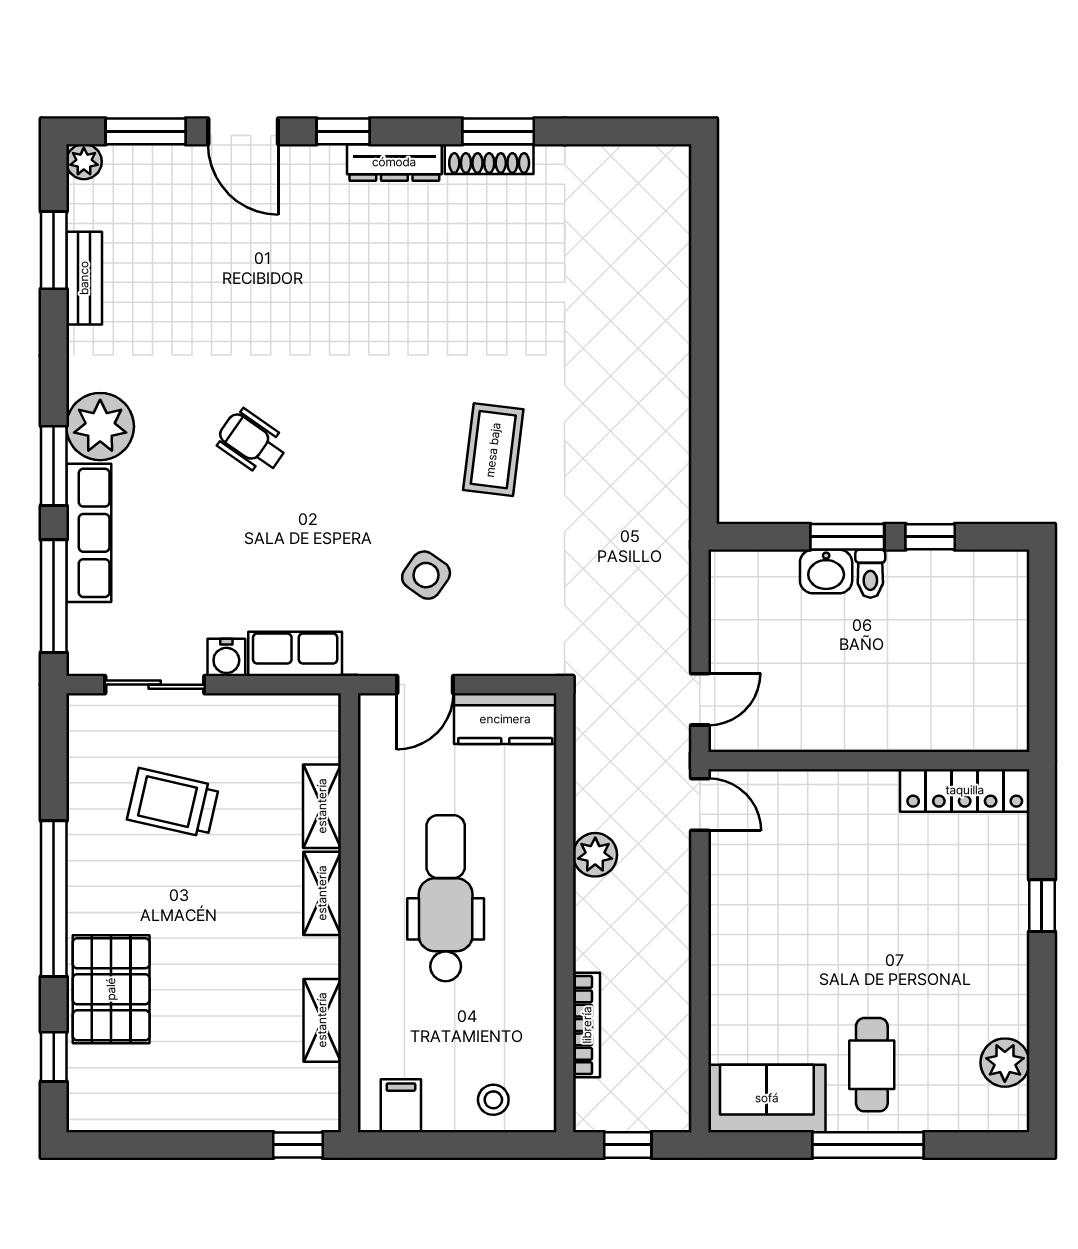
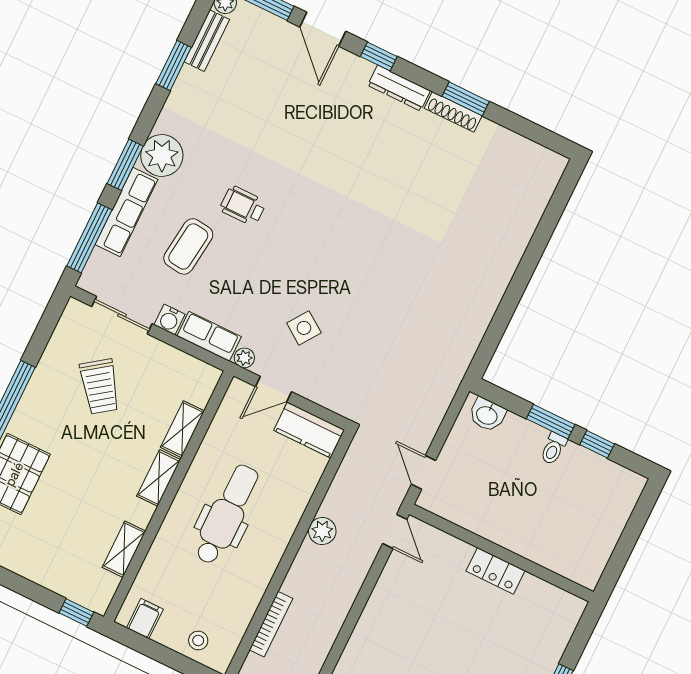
window: (54, 250) -> (174, 65), moved
bench: (84, 278) -> (207, 41), moved
wheelchair: (252, 442) -> (243, 206), turned -35
coffee table: (493, 450) -> (188, 246), moved
washbasin: (826, 571) -> (487, 415), moved
plant: (361, 660) -> (244, 358), added
door: (700, 699) -> (424, 472), swing flipped
locker: (965, 790) -> (496, 571), moved, width x0.66
trolley: (173, 803) -> (100, 386), turned -139

